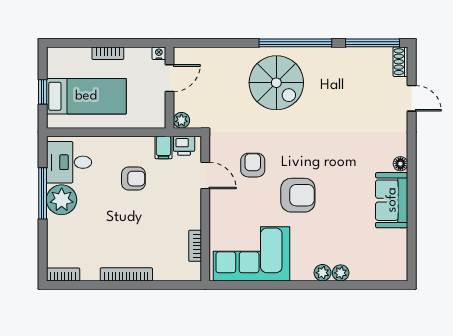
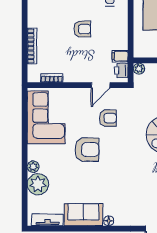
armchair: (133, 179) -> (82, 29), moved, turned -90
armchair: (298, 195) -> (87, 150), turned -90
tv unit: (399, 252) -> (47, 220), added
plant: (341, 273) -> (38, 184), width x1.87, depth x1.87
bookcase: (126, 274) -> (32, 46), moved

